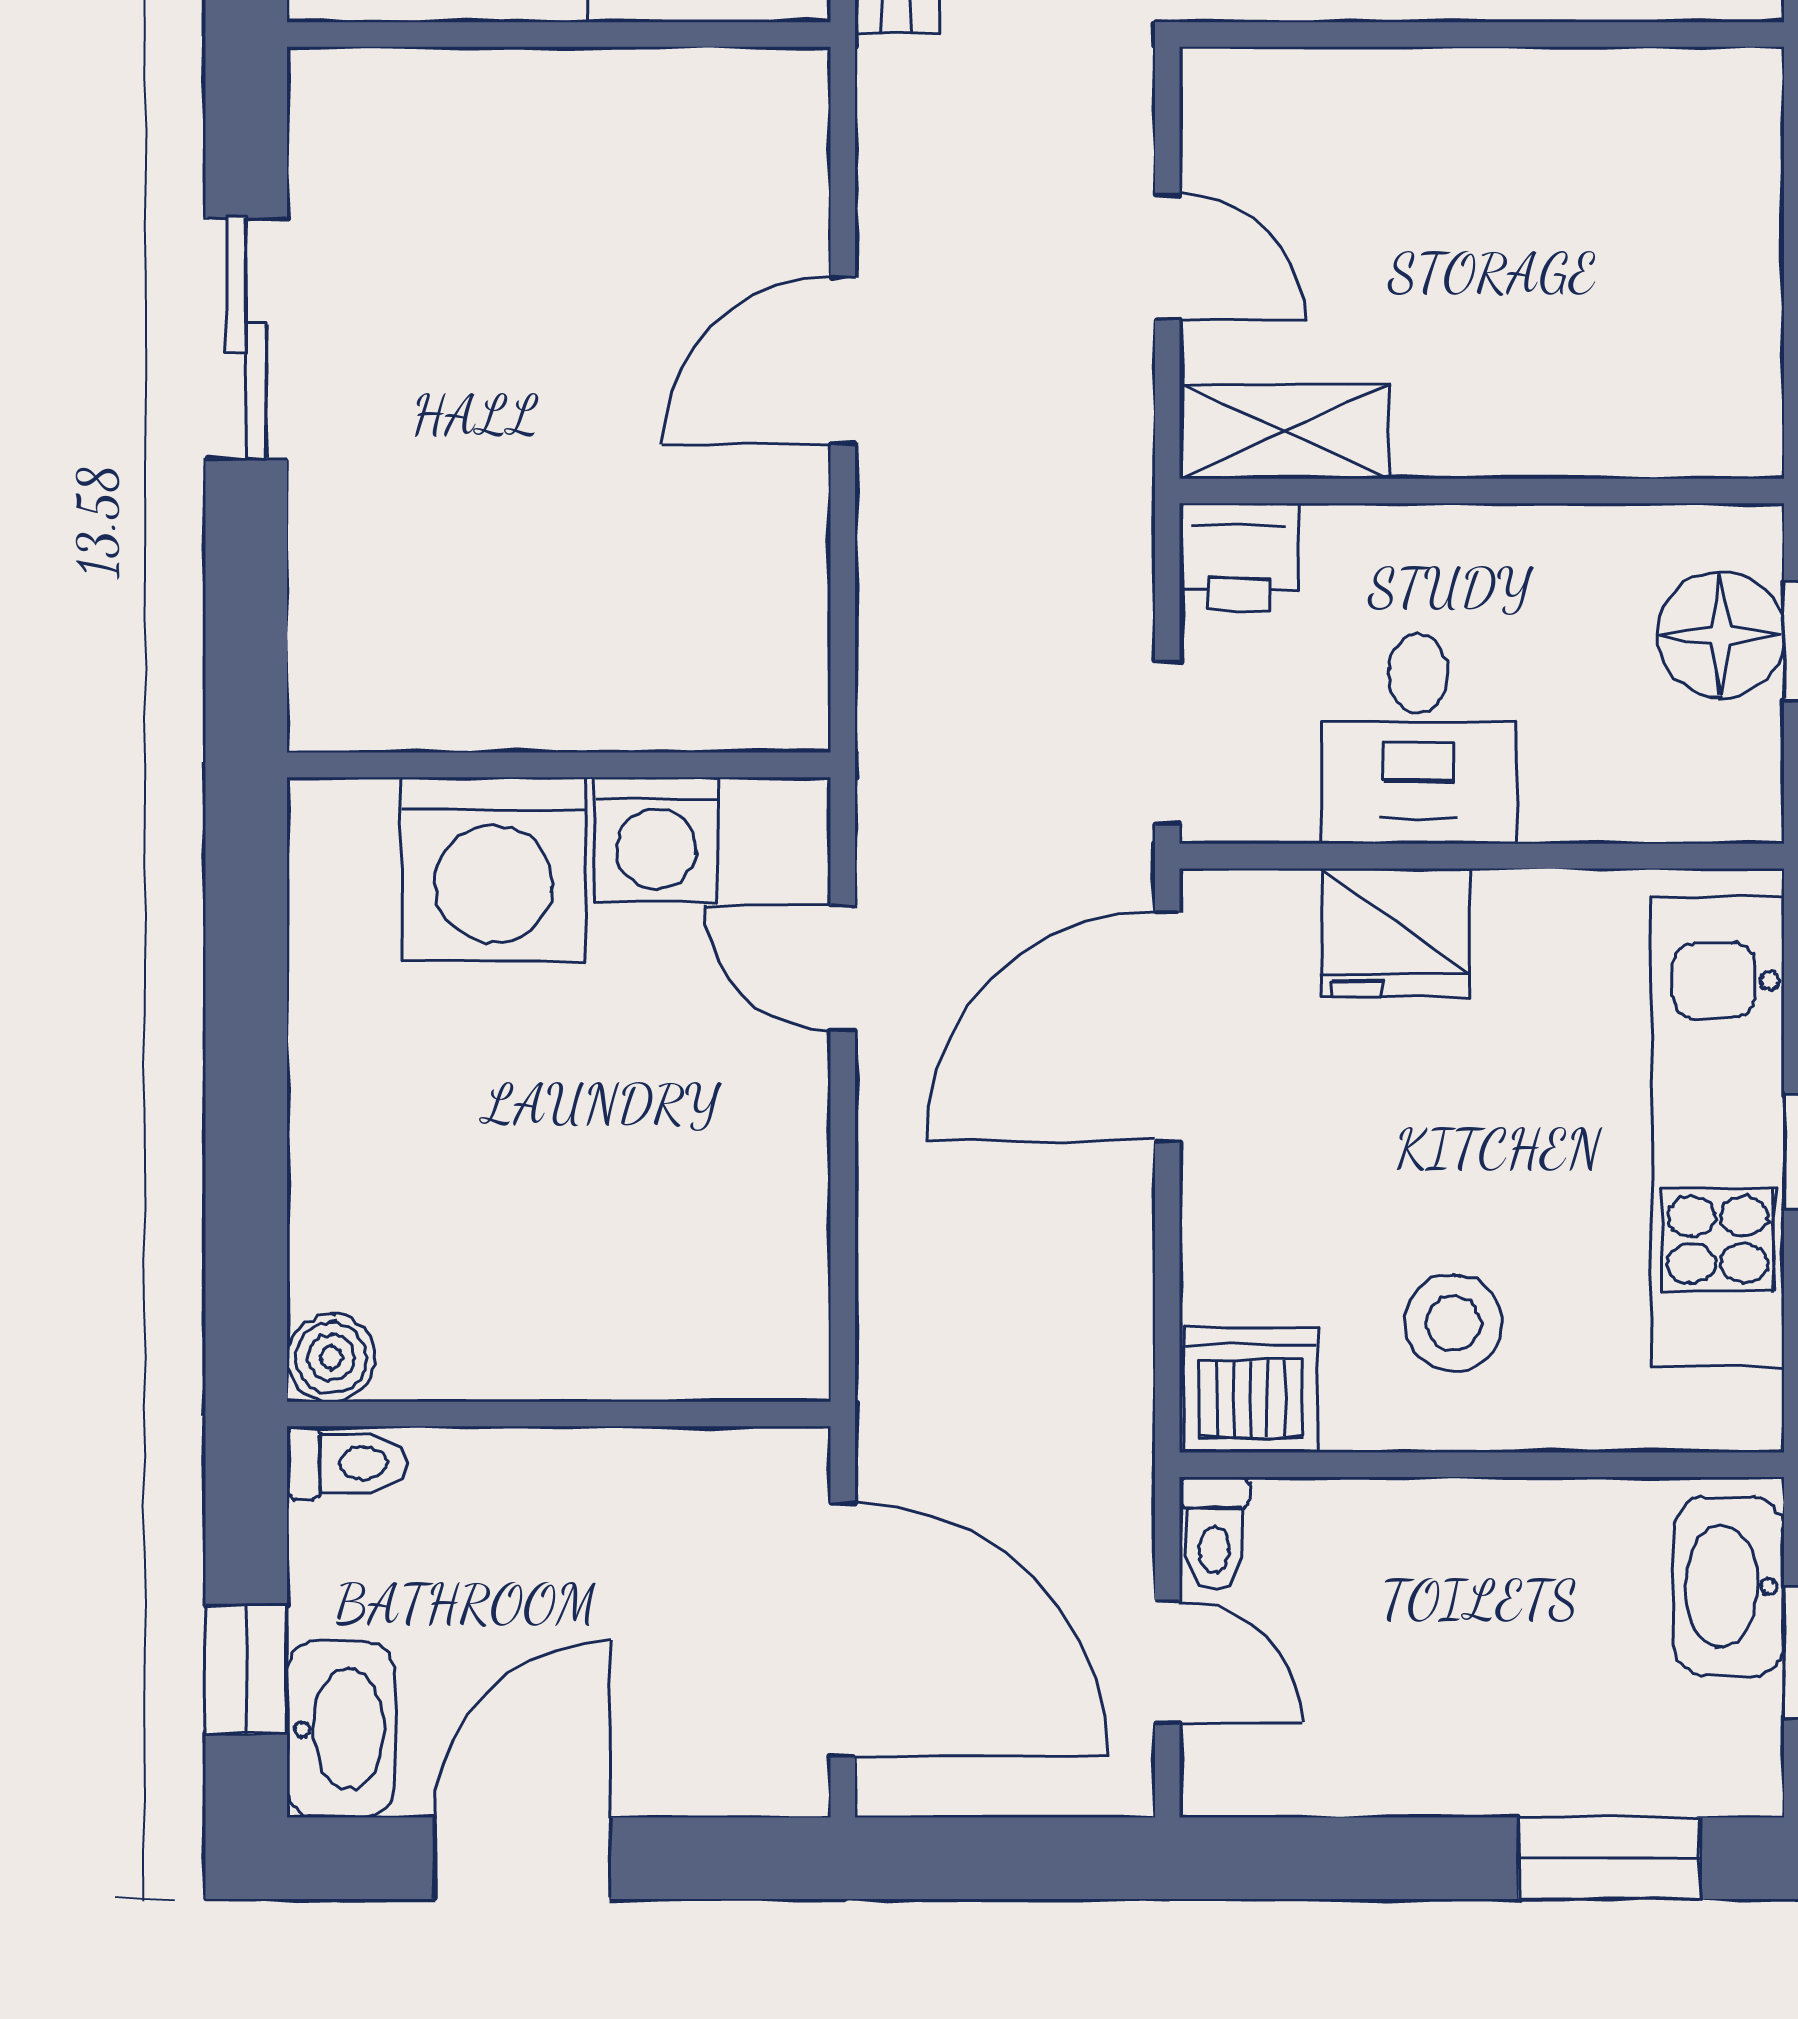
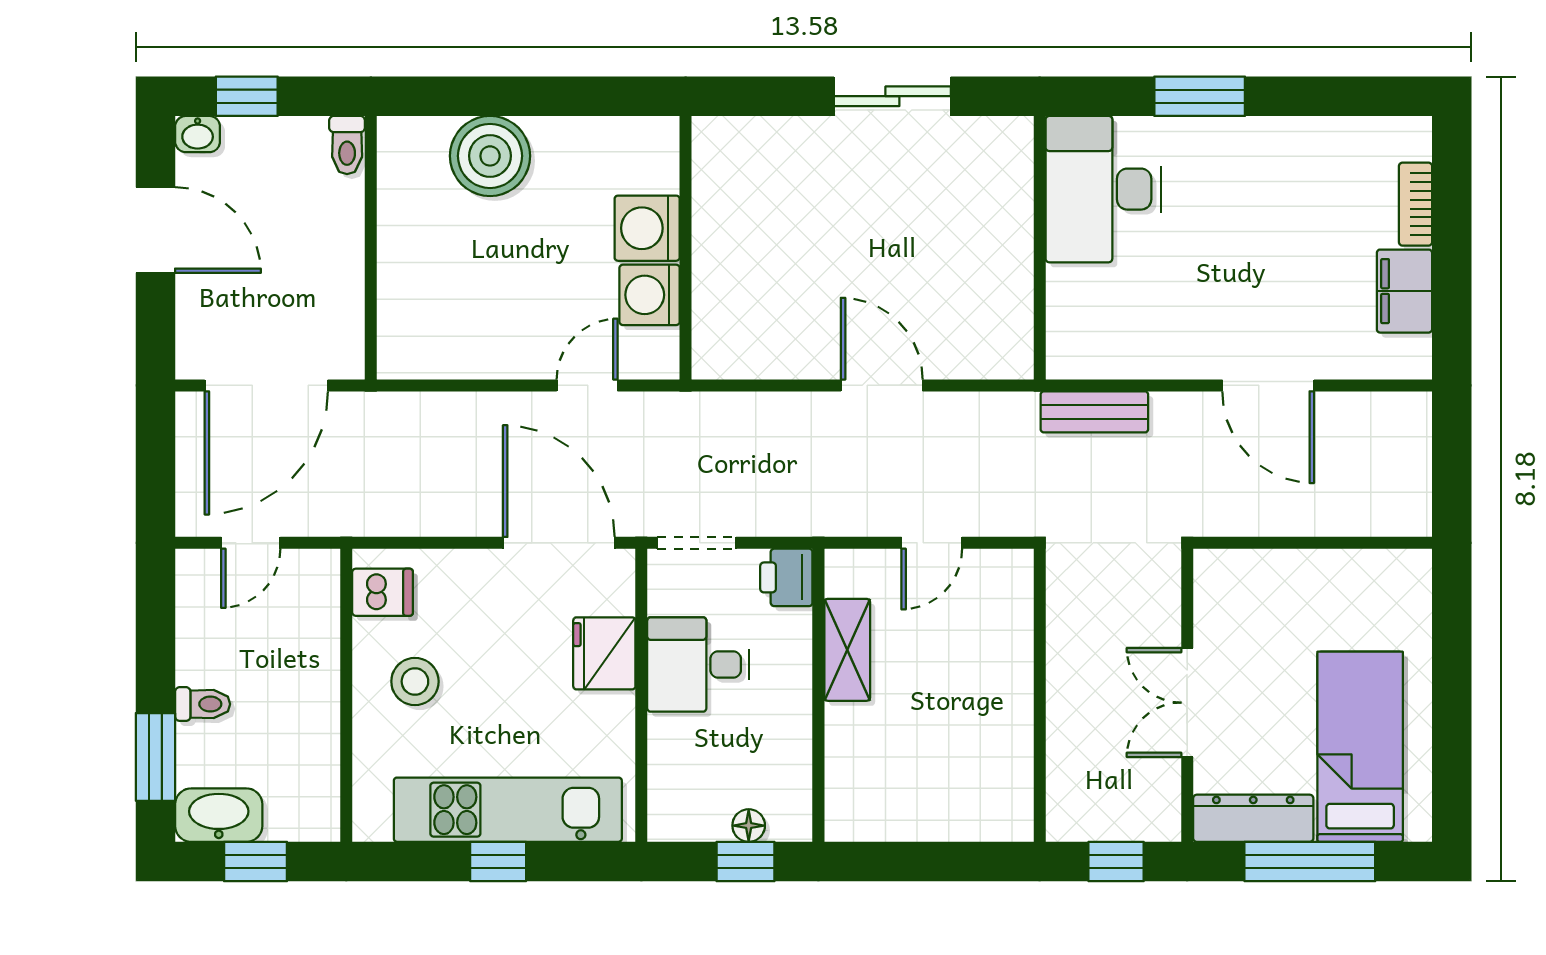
shelving: (1285, 432) -> (847, 650), moved
floor lamp: (1721, 635) -> (749, 826), width x0.53, depth x0.53
washing machine: (493, 869) -> (647, 228), width x0.73, depth x0.73
boiler: (331, 1357) -> (490, 156), moved, width x1.86, depth x1.86
dishwasher: (1251, 1390) -> (382, 592), width x0.73
toilet: (1214, 1534) -> (203, 704), moved, turned 180
washbasin: (1729, 1586) -> (219, 815), moved
washbasin: (341, 1729) -> (198, 134), width x0.52, depth x0.69

